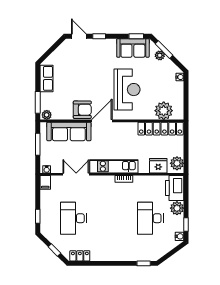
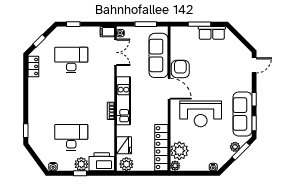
window: (99, 36) -> (254, 99), moved
sofa: (133, 48) -> (242, 114), width x1.36
window: (38, 102) -> (199, 24), moved
armchair: (82, 110) -> (180, 69), turned 180
plant: (47, 115) -> (175, 166), moved
double door: (76, 174) -> (116, 52), moved
window: (186, 224) -> (80, 173), moved

